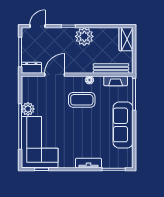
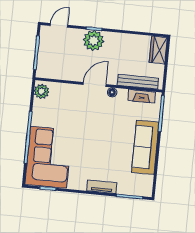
plant: (84, 36) -> (93, 41), moved
dresser: (31, 68) -> (47, 72), removed
door: (55, 75) -> (95, 85), moved
coffee table: (82, 100) -> (101, 114), removed
plant: (28, 109) -> (41, 91), moved

